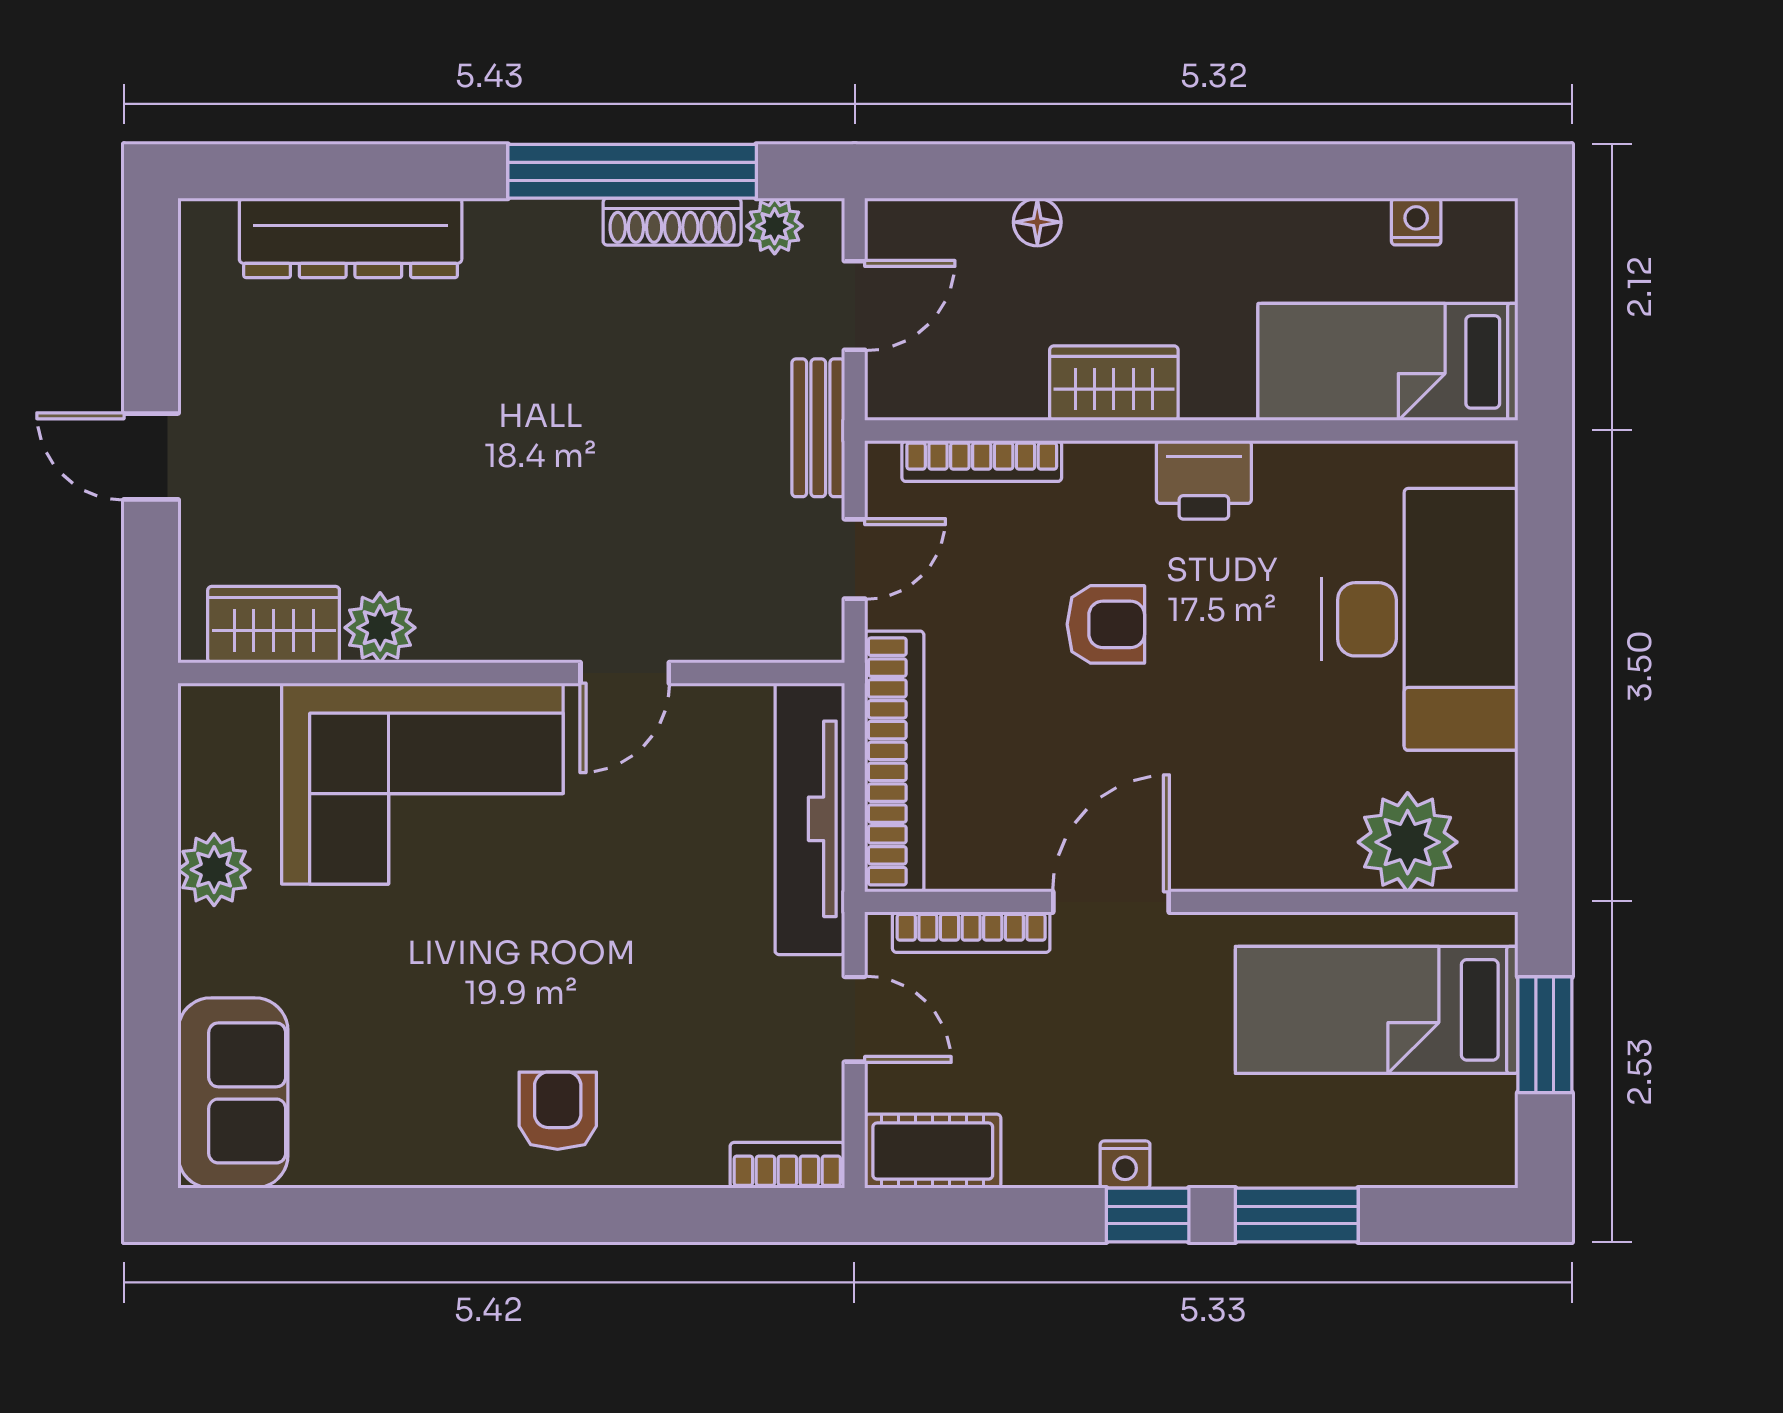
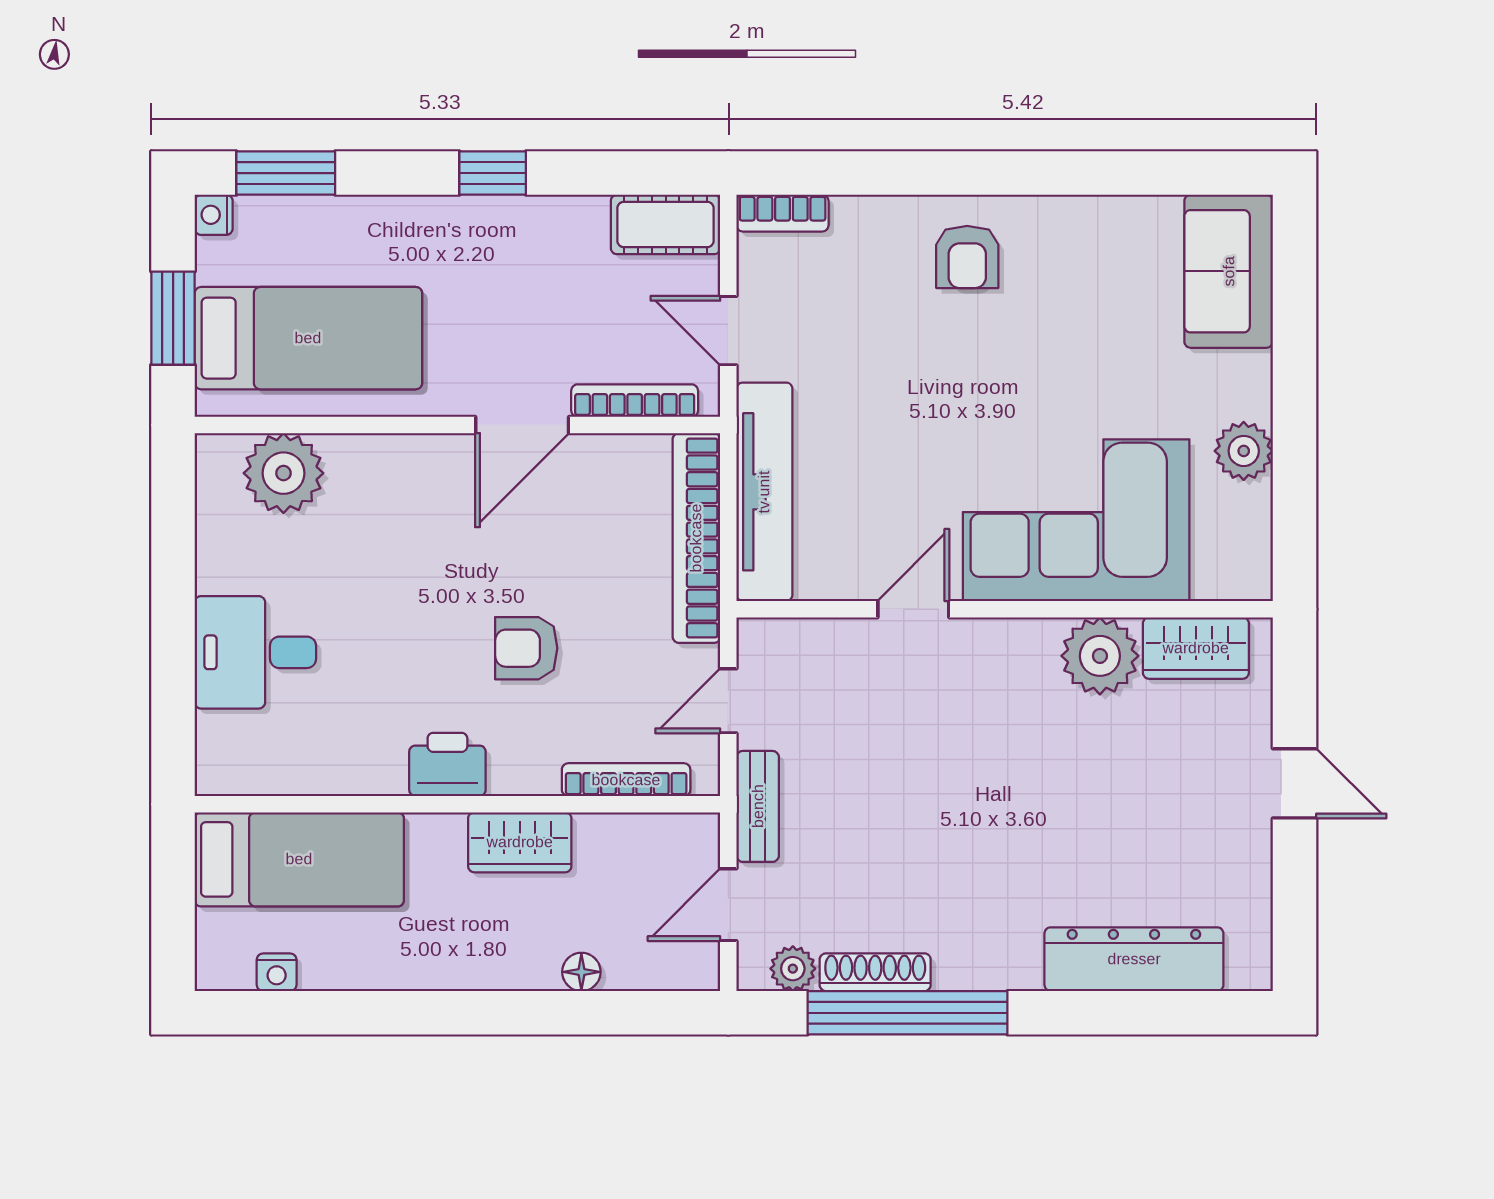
desk: (1420, 619) -> (255, 652), width x0.53, depth x0.77
plant: (380, 628) -> (1100, 656), width x1.36, depth x1.36
nightstand: (1125, 1165) -> (214, 215), moved, turned -90
window: (1297, 1215) -> (286, 173), moved

